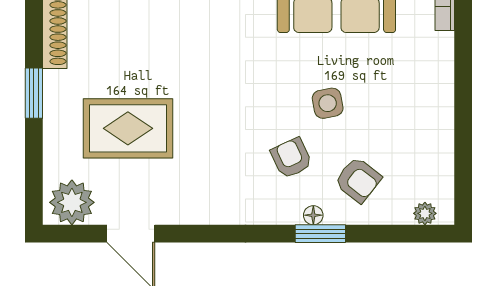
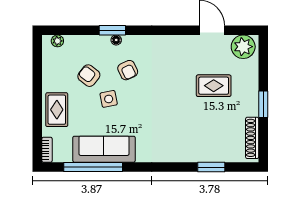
rug: (426, 83) -> (57, 110), added
rug: (128, 128) -> (214, 86), width x0.73, depth x0.70
armchair: (358, 180) -> (89, 76), moved

